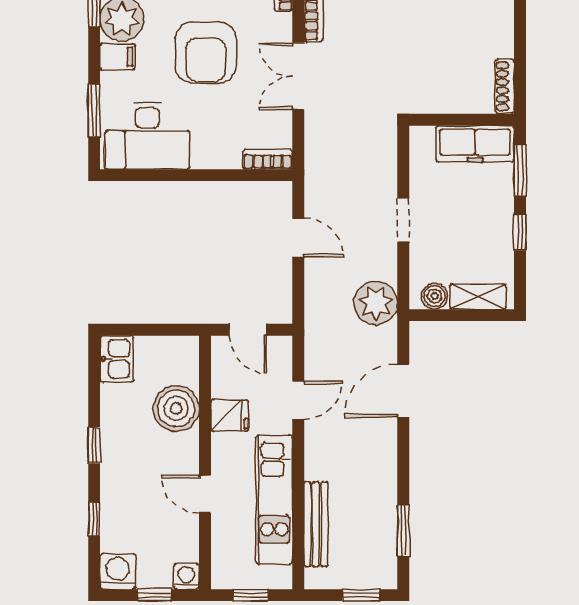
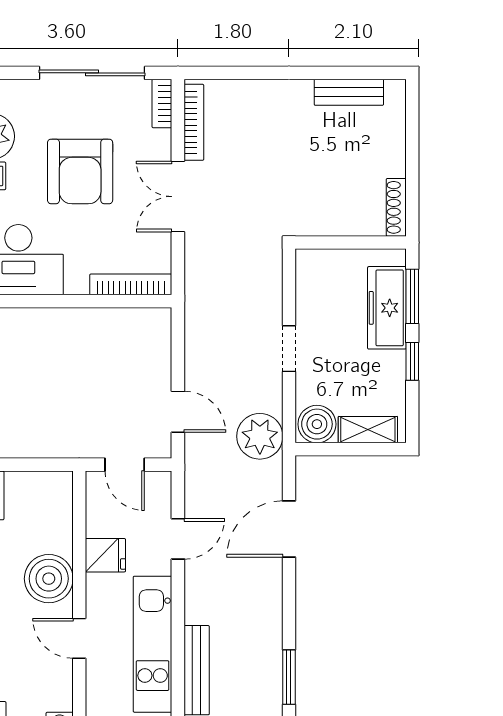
freezer: (475, 144) -> (387, 308), moved, turned 90
bookcase: (268, 159) -> (131, 284), width x1.56
door: (298, 238) -> (178, 412), moved
boiler: (435, 296) -> (317, 424), width x1.36, depth x1.36
boiler: (176, 408) -> (49, 579), moved

